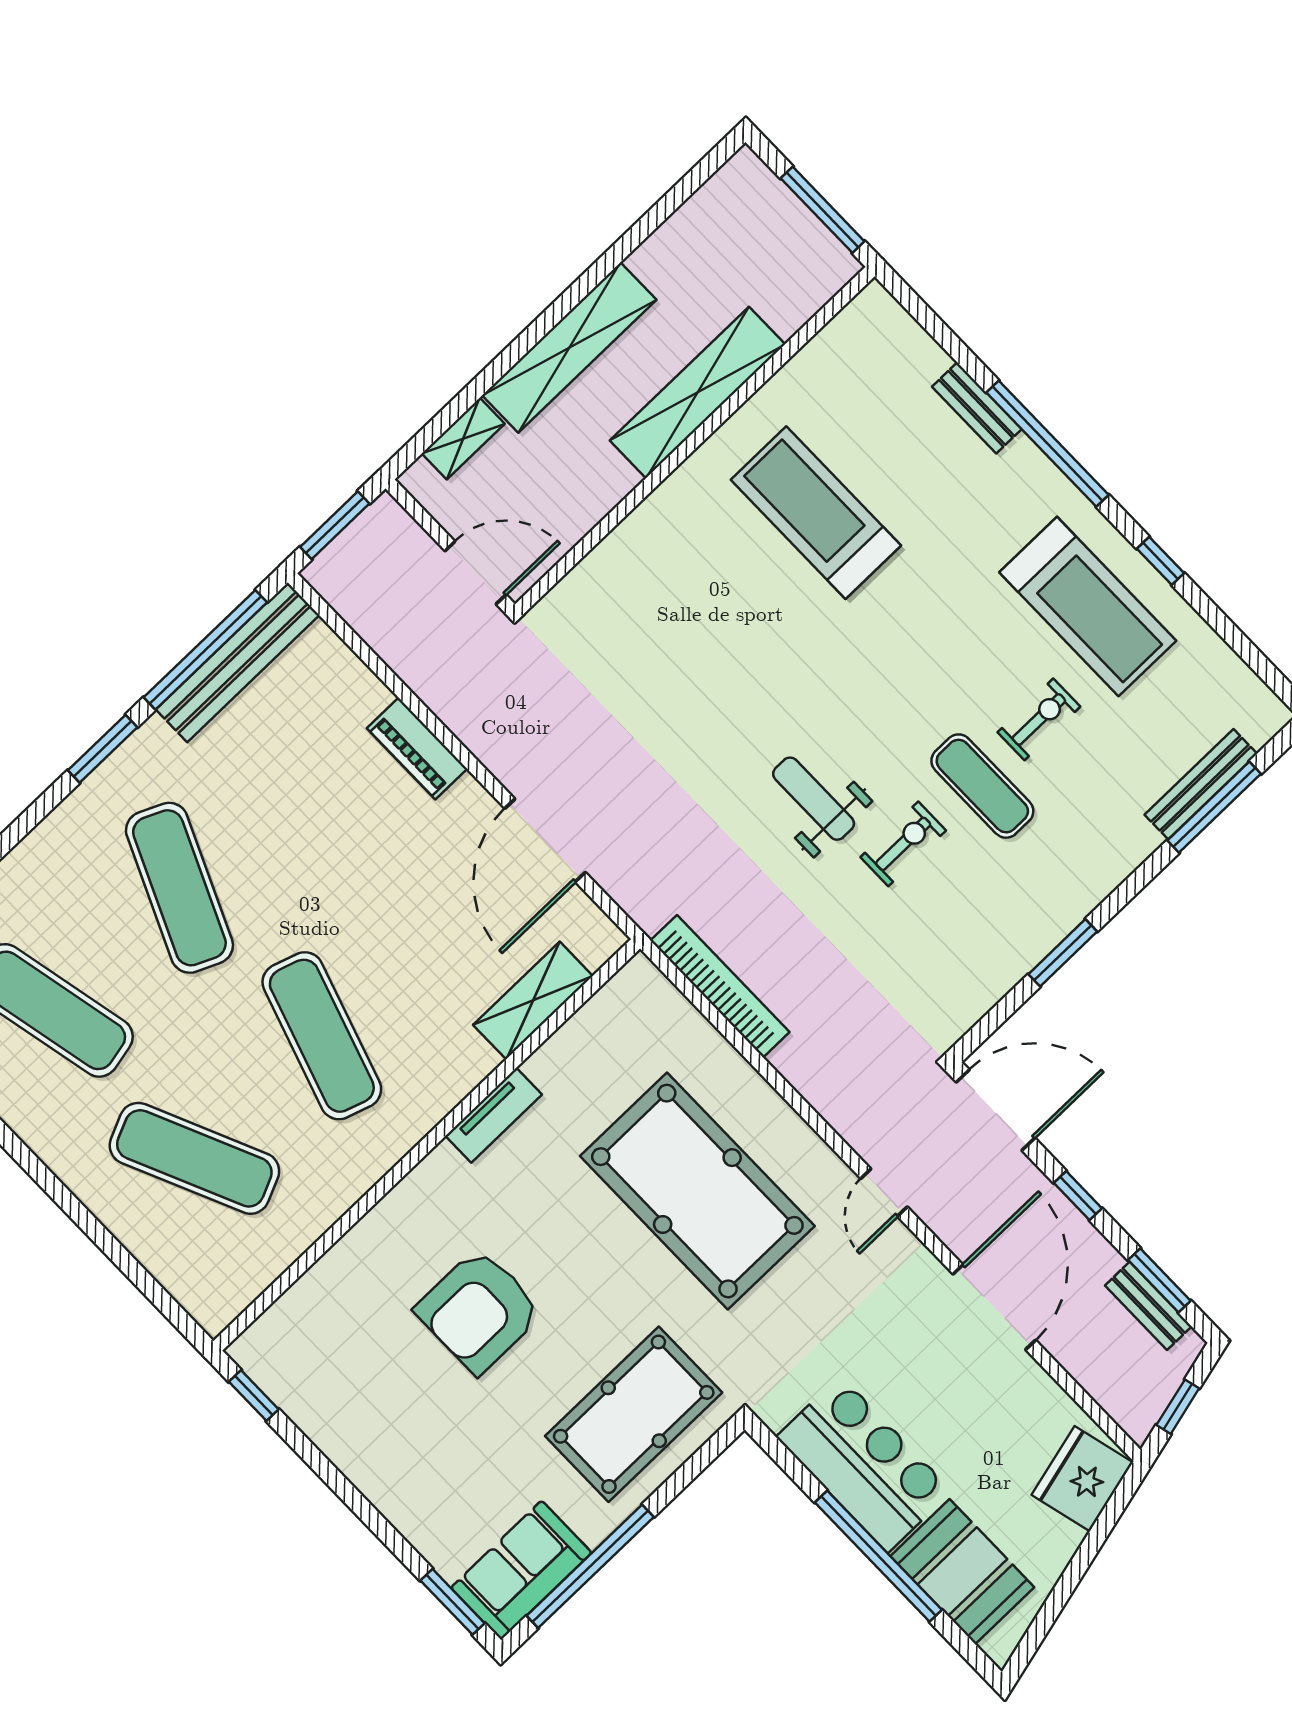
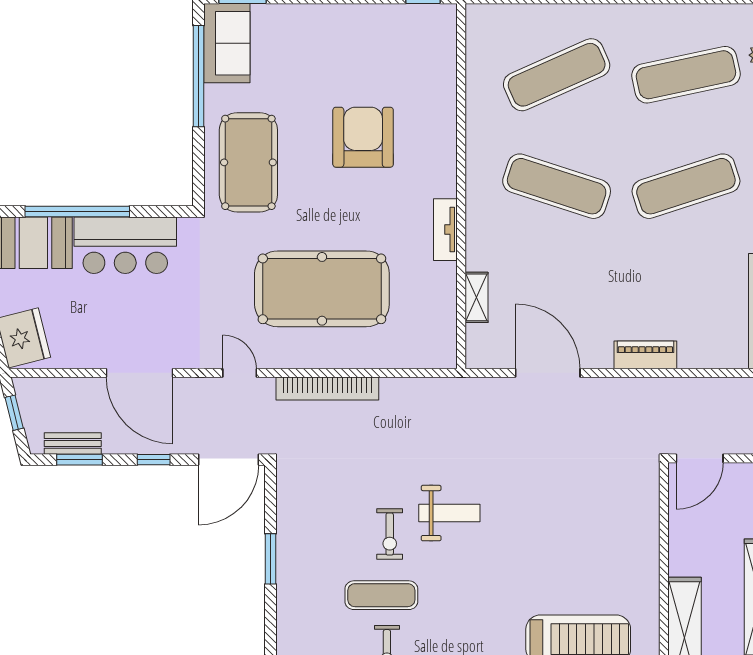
exercise mat: (179, 888) -> (686, 186), turned -42
bookcase: (720, 986) -> (327, 389), moved
shelving: (533, 1000) -> (477, 297), width x0.67, depth x0.75

